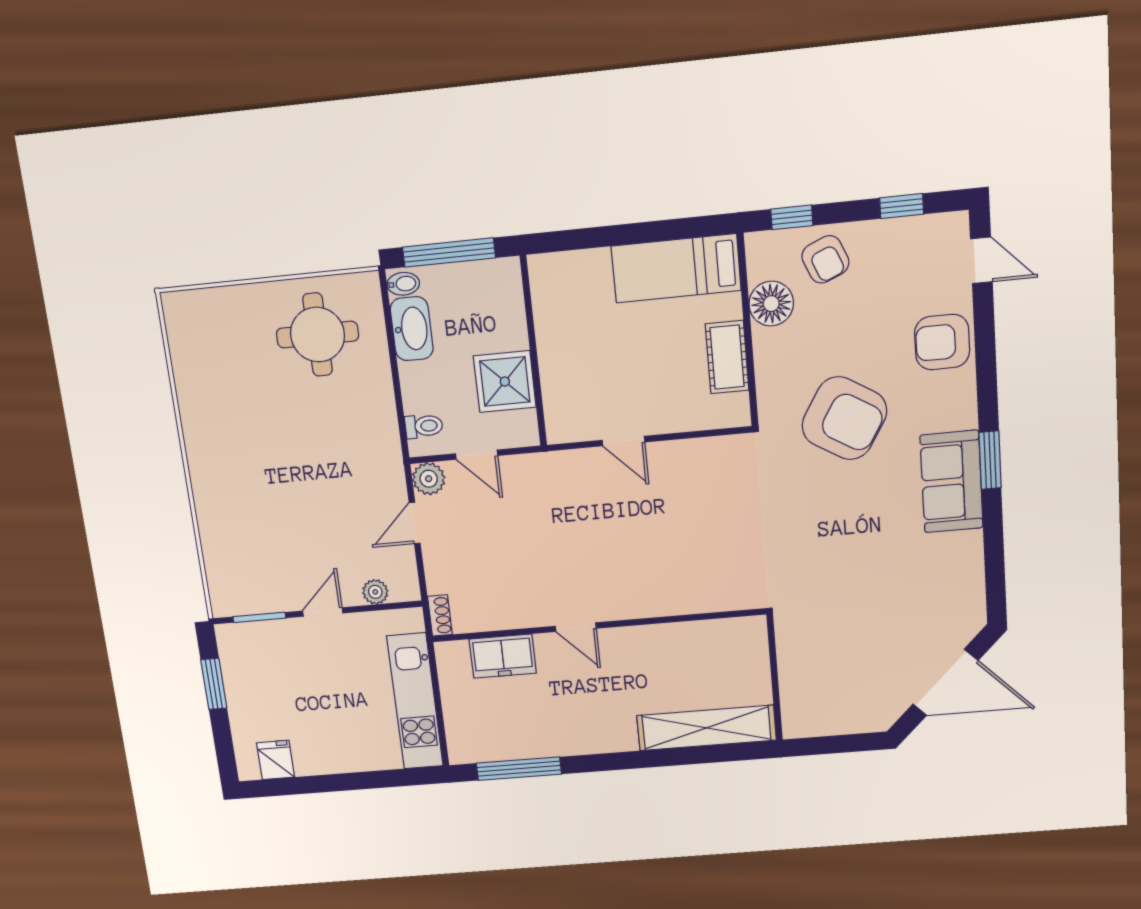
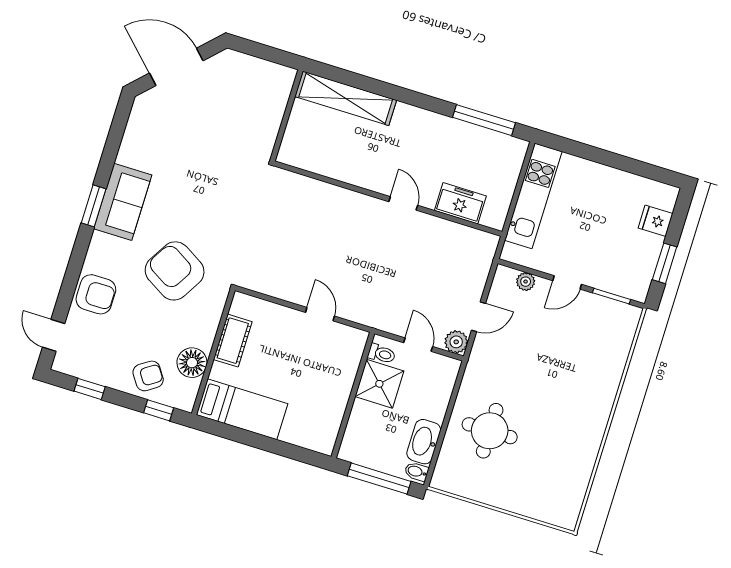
armchair: (825, 259) -> (148, 376), turned 79
round table: (317, 335) -> (490, 431), moved
toilet: (424, 426) -> (382, 354), moved, turned 180
shoe rack: (440, 615) -> (490, 248), removed
fridge: (276, 760) -> (655, 221), moved, turned 90

